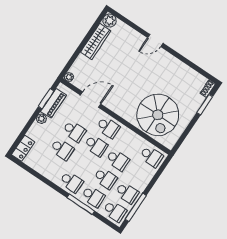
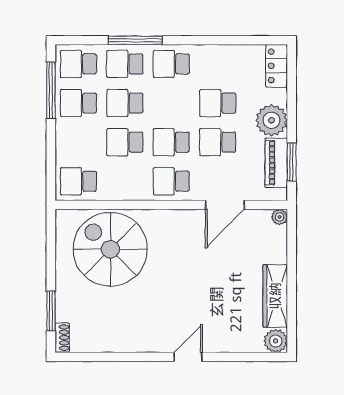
plant: (41, 119) -> (271, 120), width x1.87, depth x1.87

